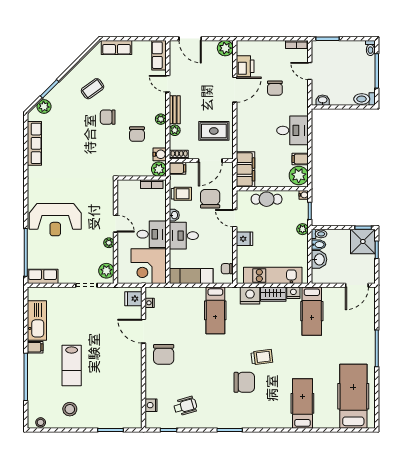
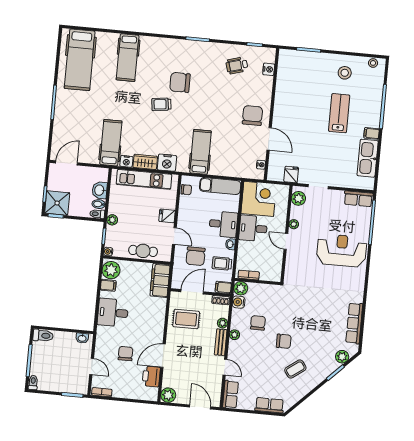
fridge: (133, 299) -> (291, 175), moved, turned -90

